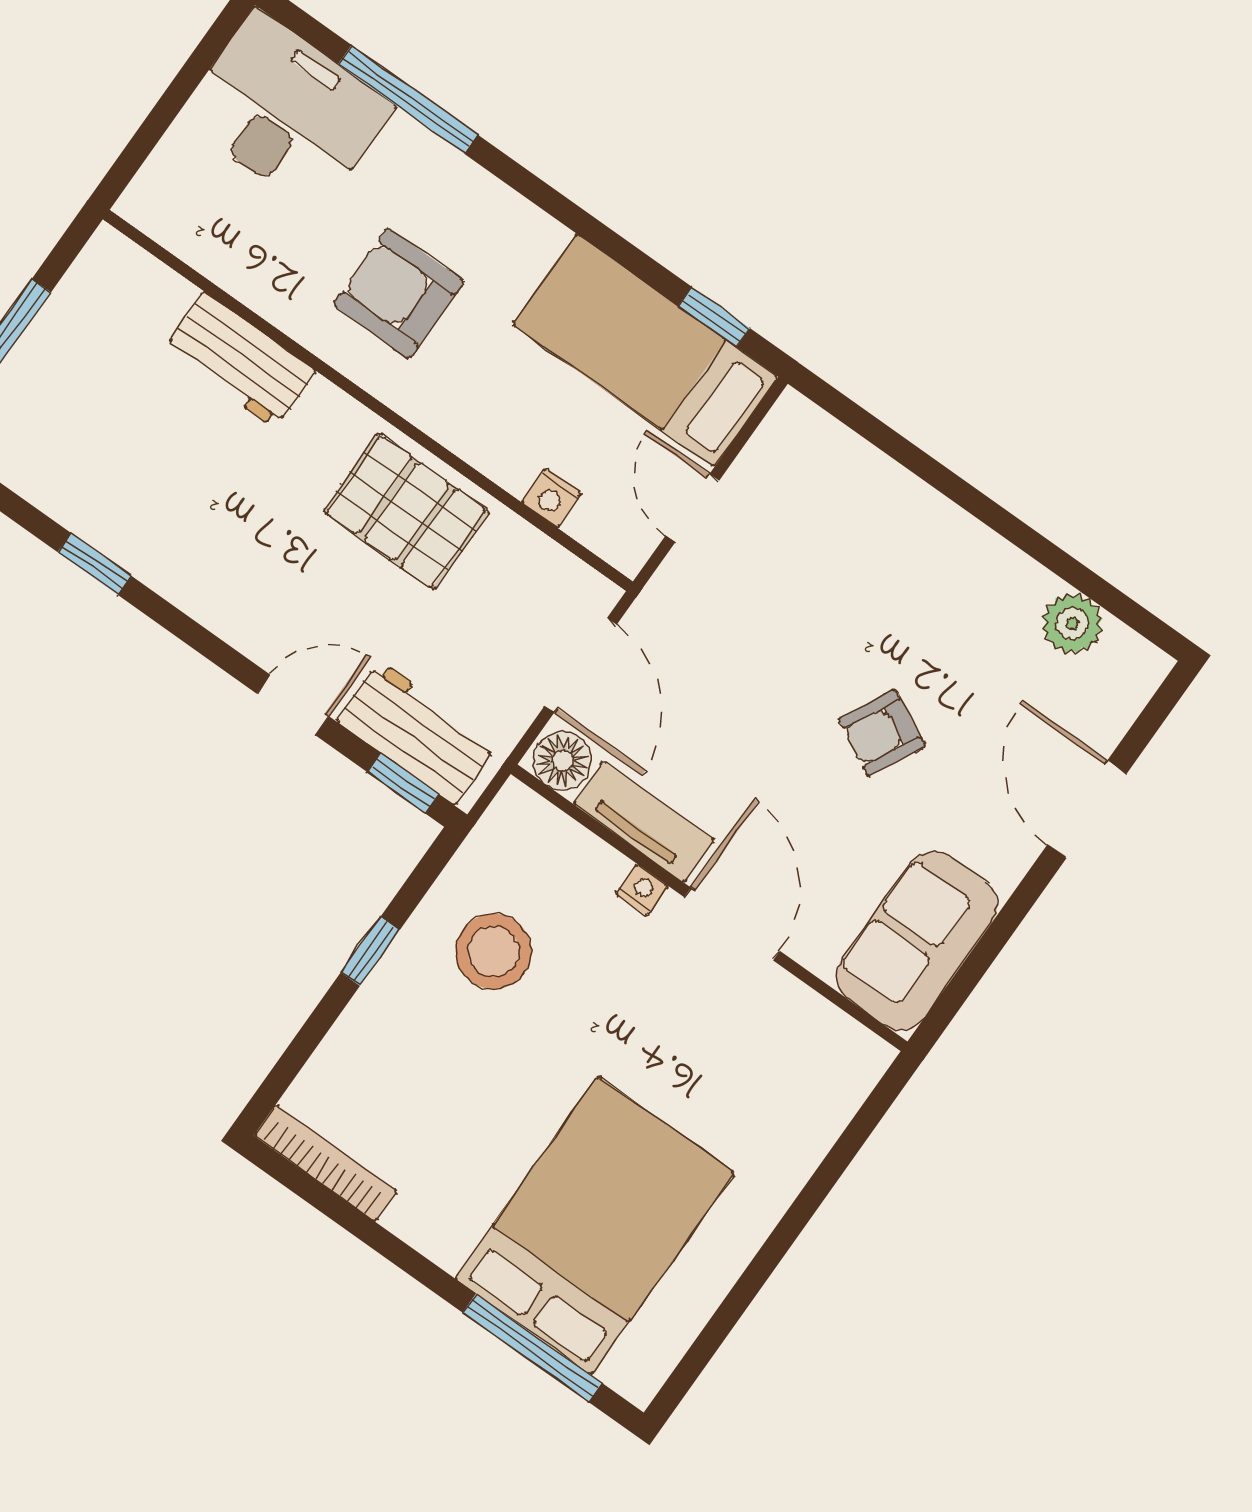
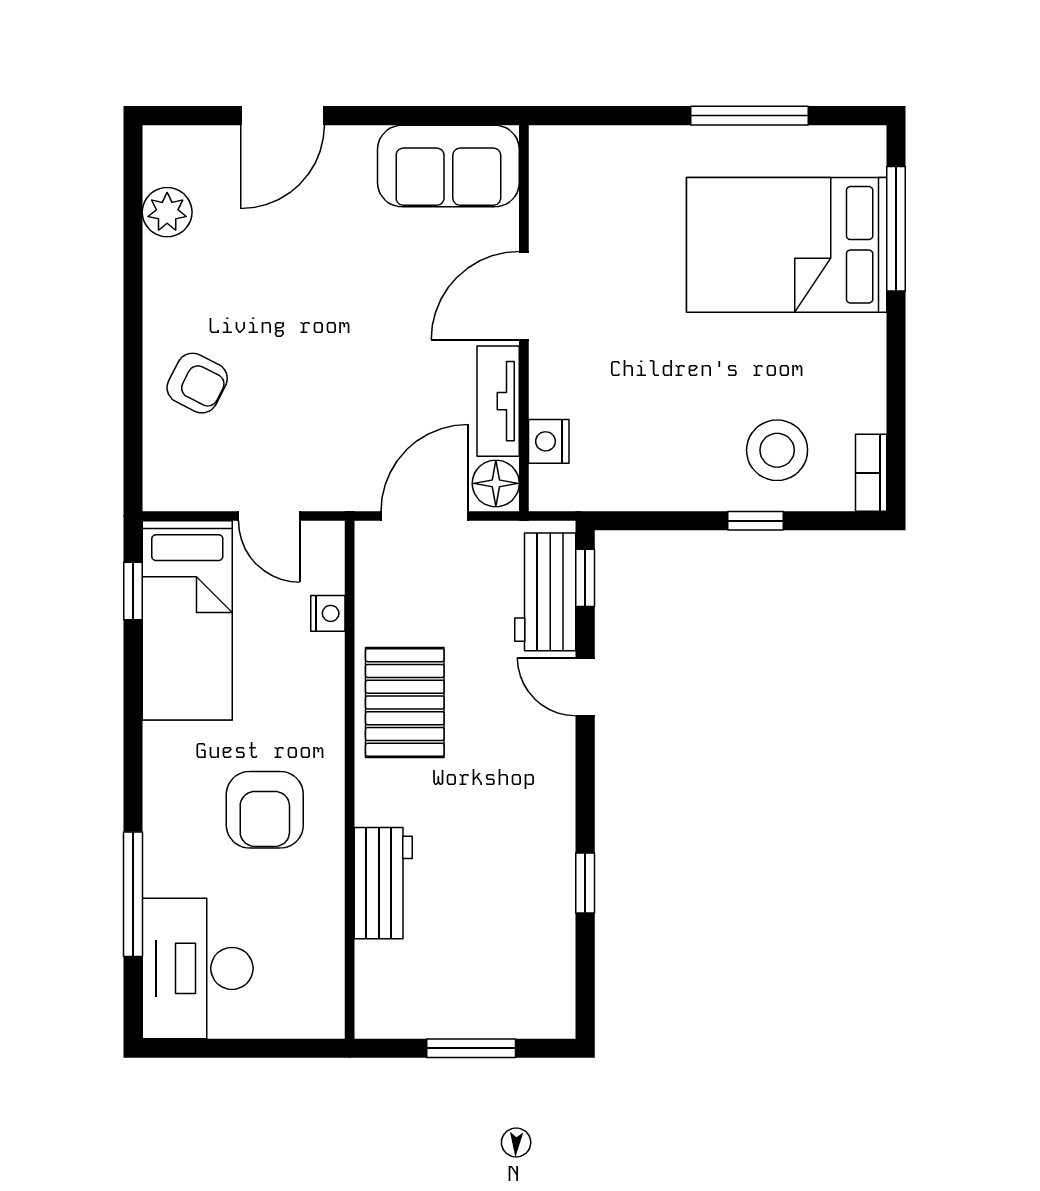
door: (692, 508) -> (269, 516), hinge flipped
armchair: (882, 733) -> (197, 383), moved
nightstand: (642, 890) -> (549, 441), moved, width x1.39, depth x1.35
window: (370, 951) -> (756, 521), moved
stool: (494, 951) -> (777, 450), moved
bookcase: (326, 1163) -> (871, 473), width x0.64
window: (752, 1281) -> (749, 116), added

